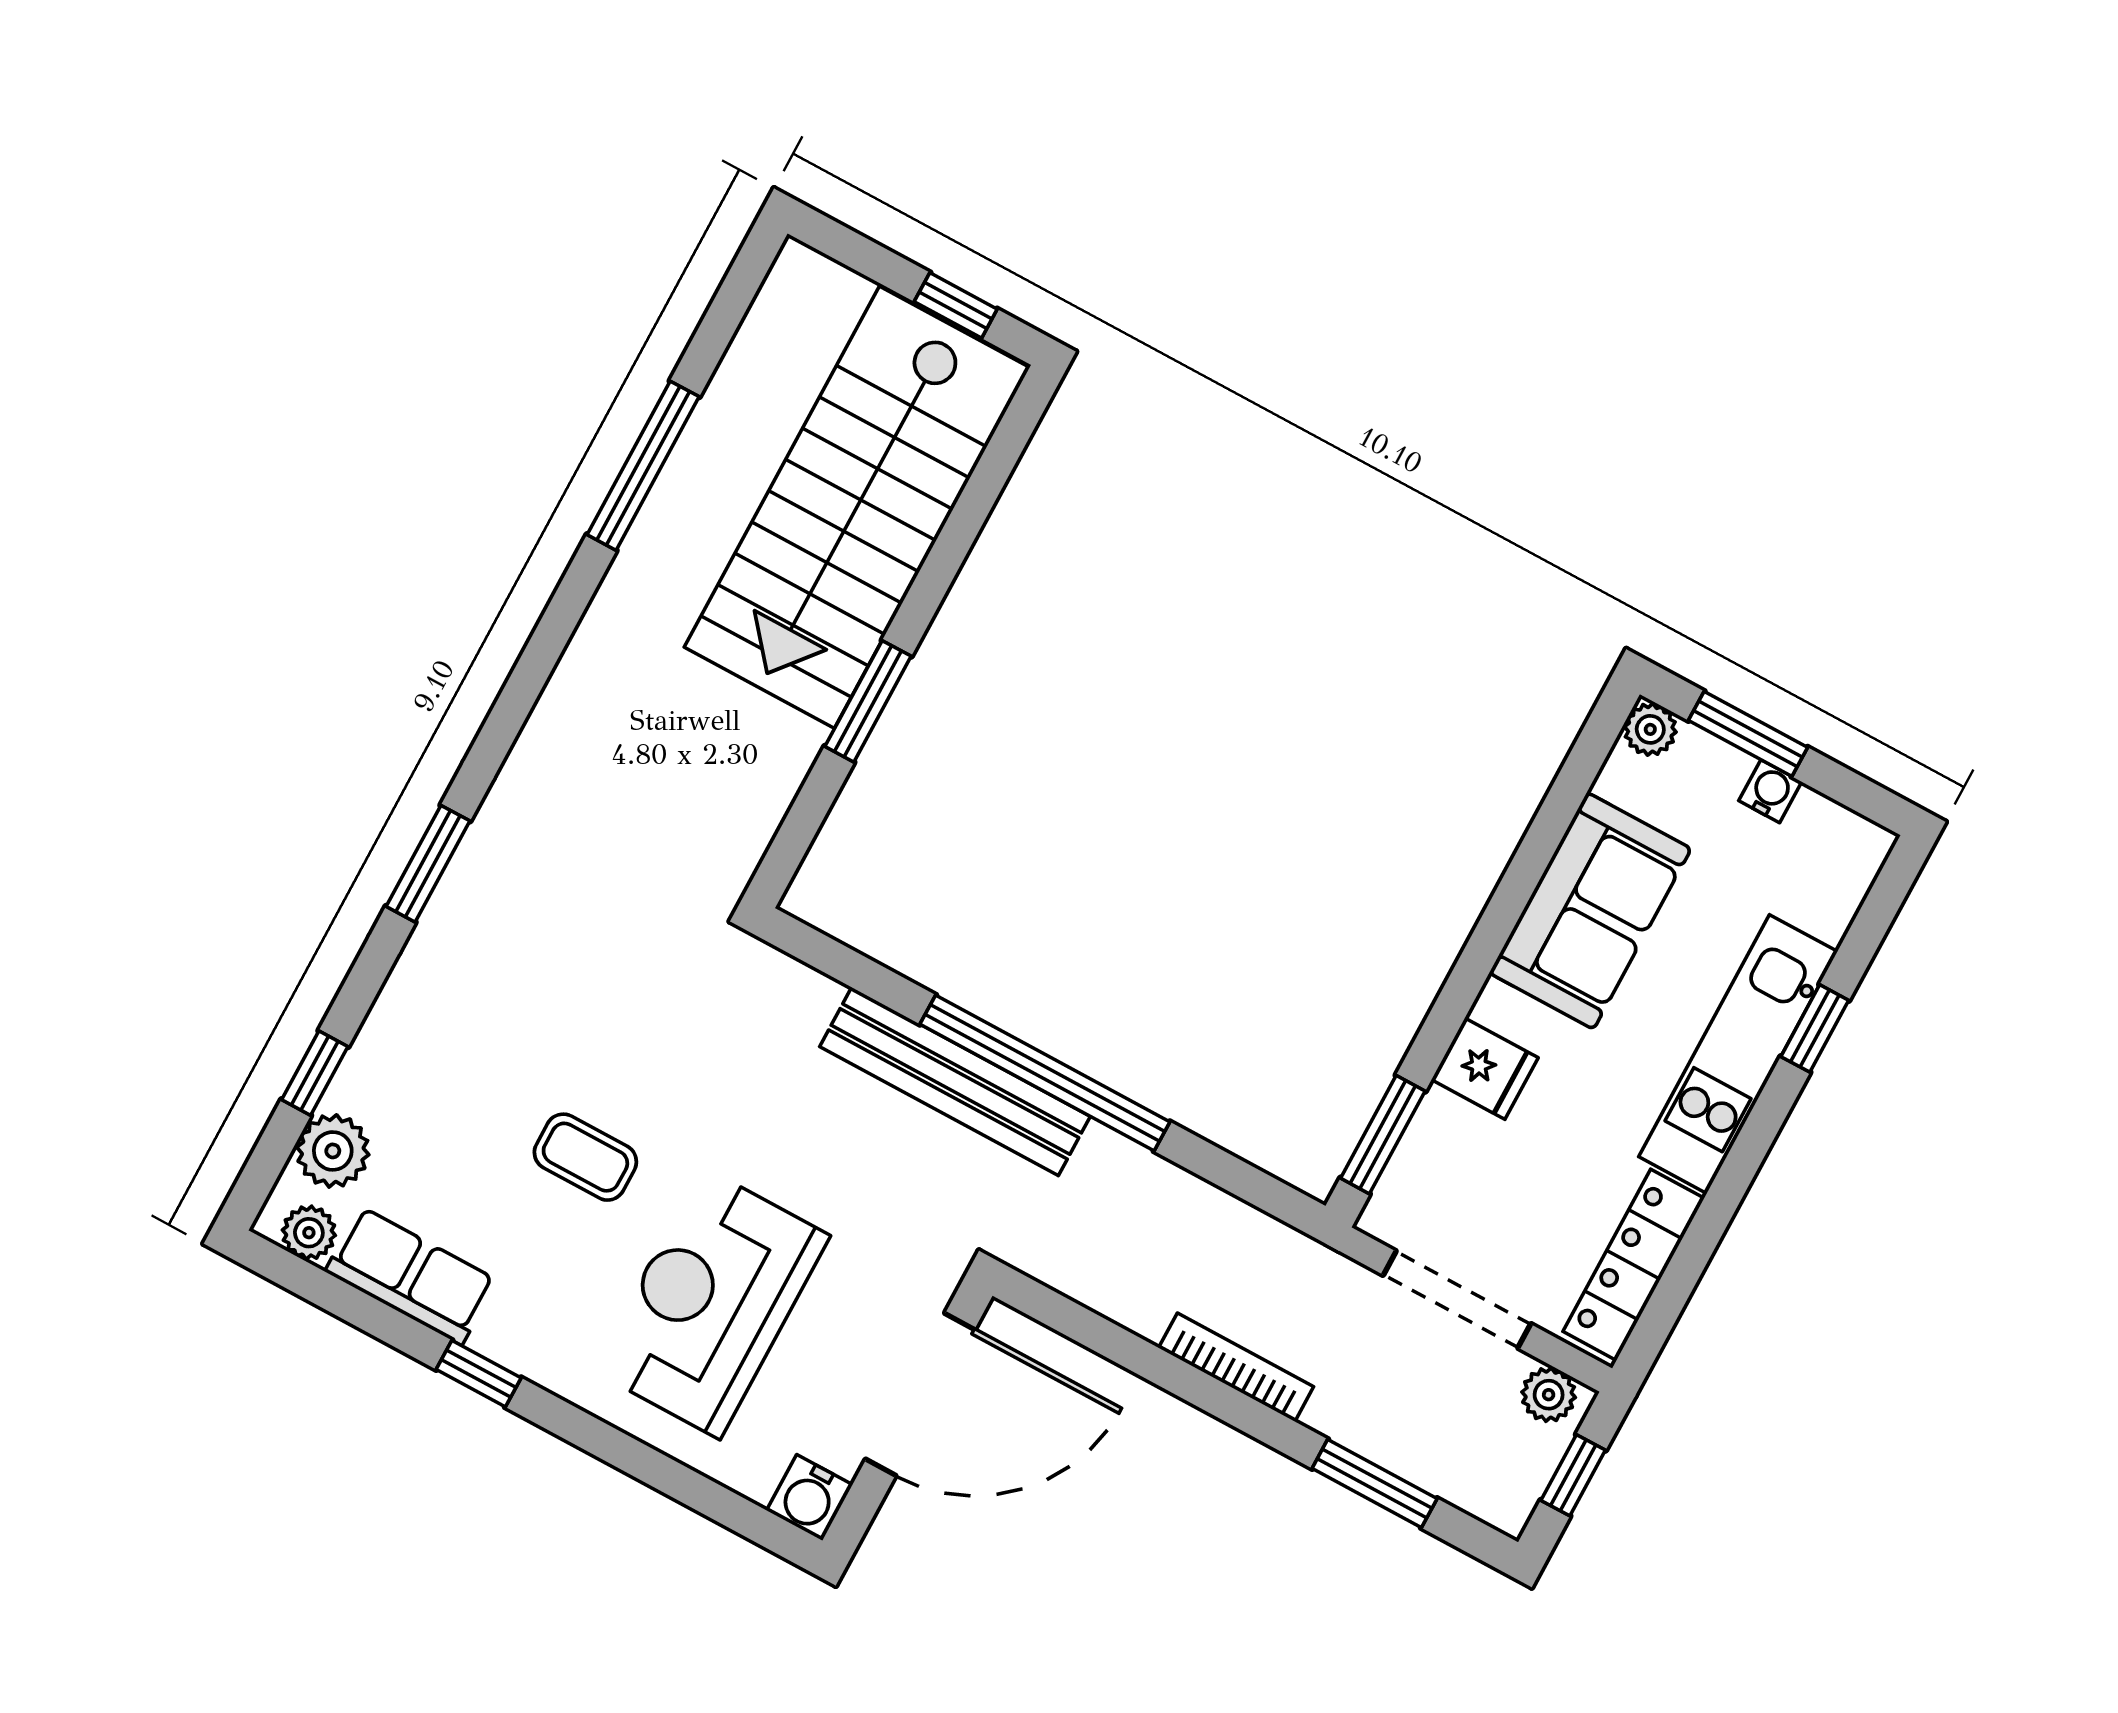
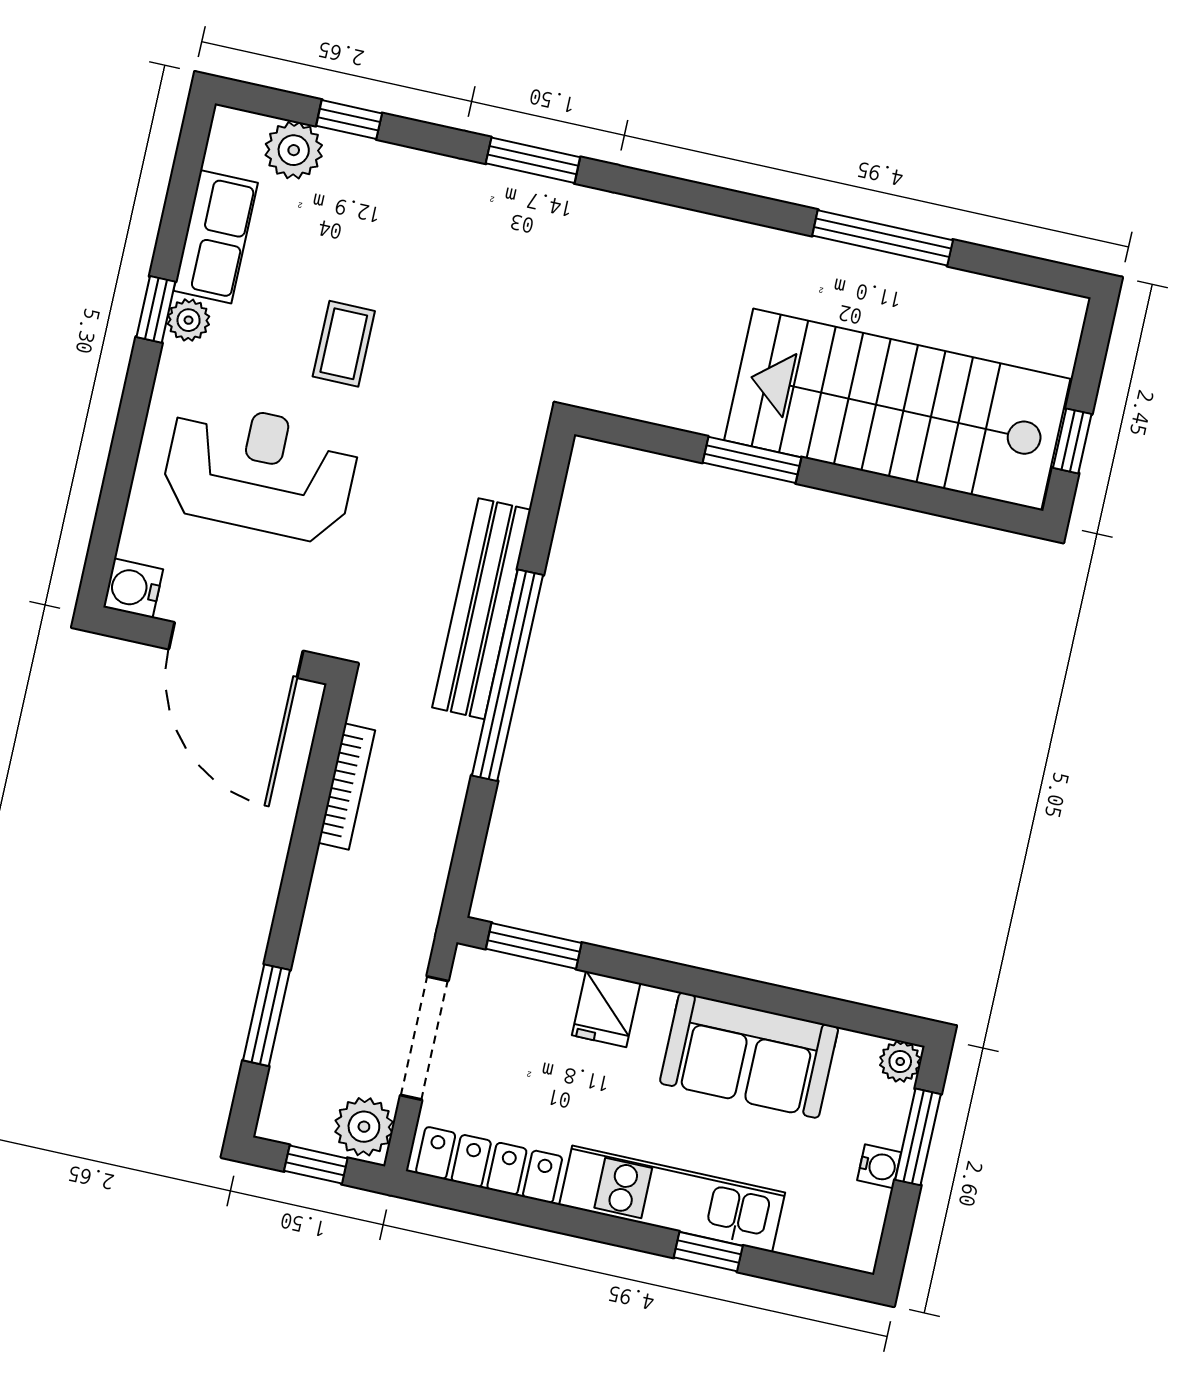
plant: (309, 1233) -> (189, 320), moved
bookcase: (1236, 1367) -> (347, 786), moved
plant: (1549, 1395) -> (364, 1127), width x1.38, depth x1.38

